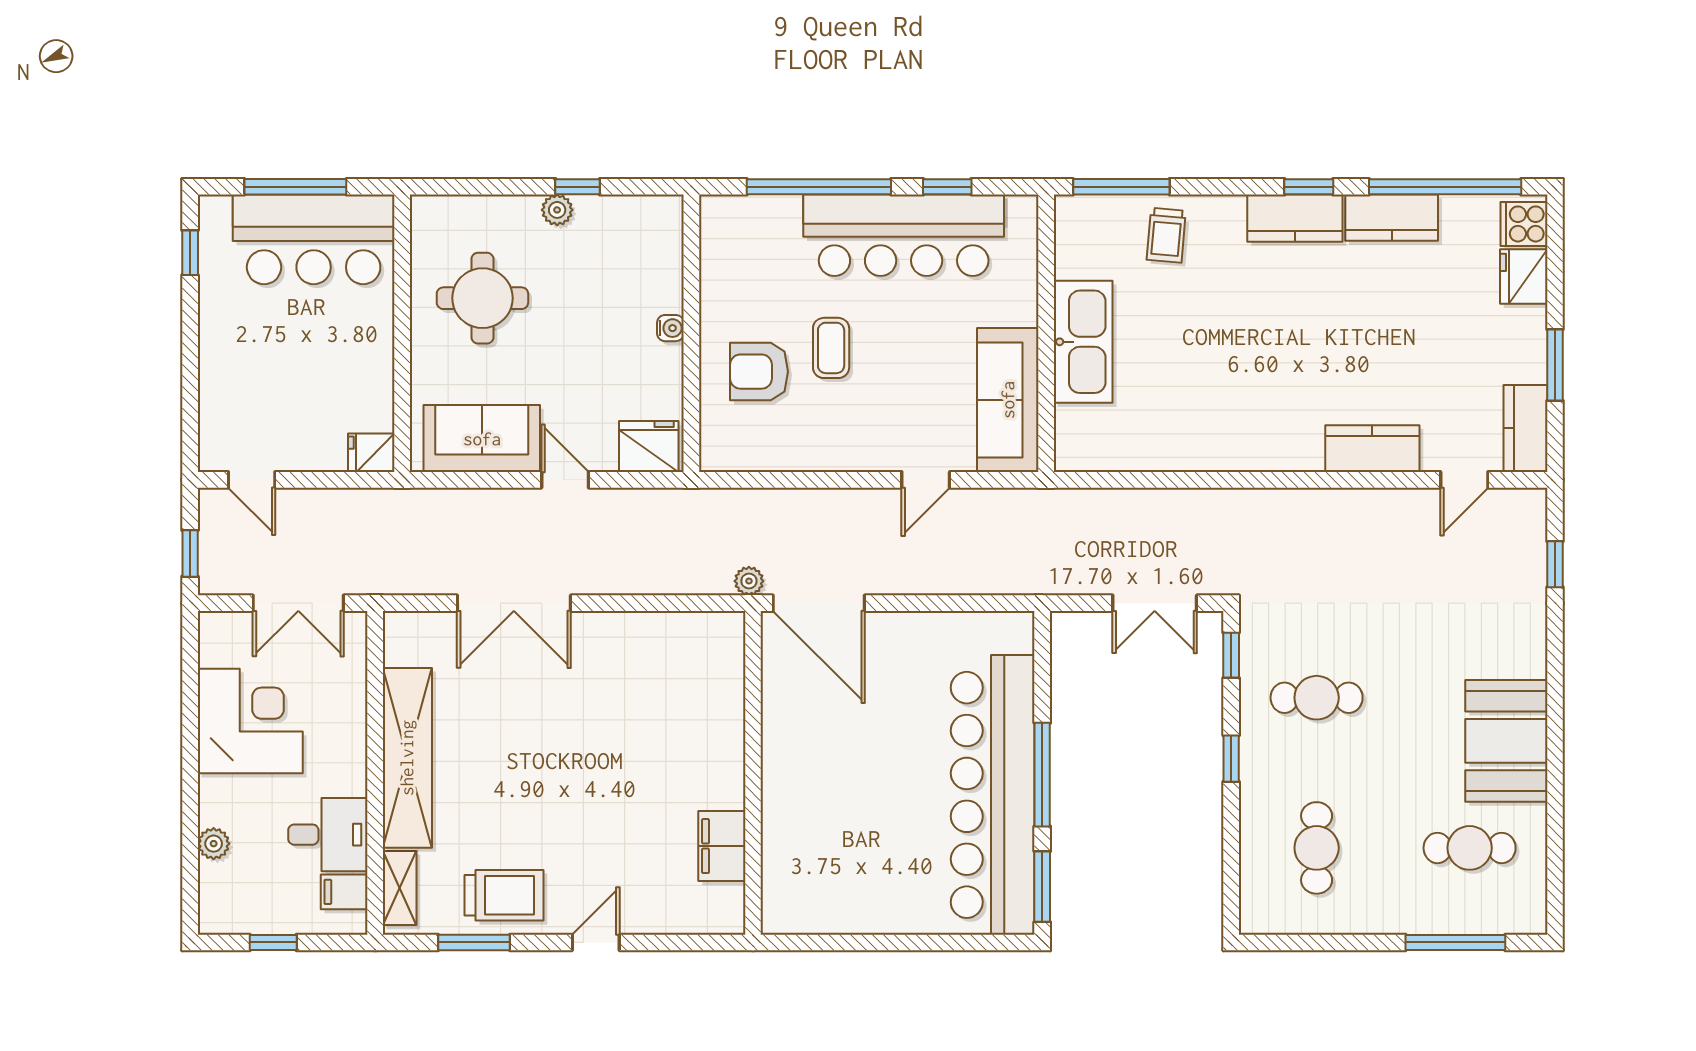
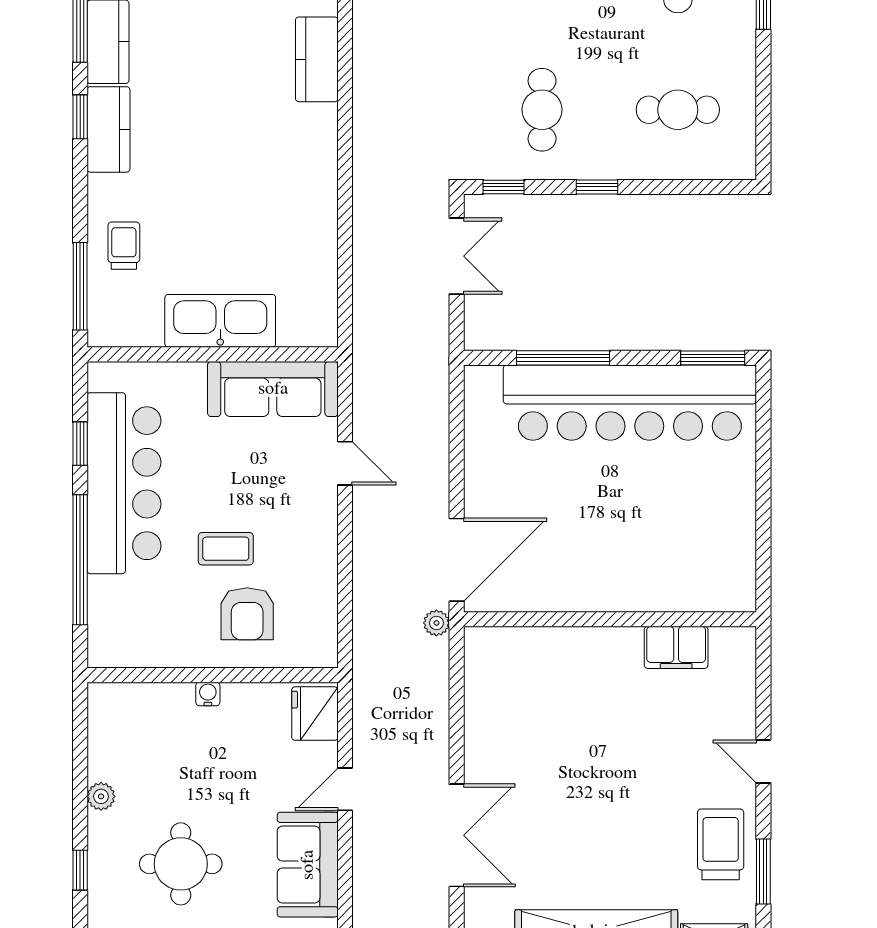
window: (578, 187) -> (80, 870), moved
trolley: (1166, 235) -> (124, 246), turned -95
window: (1042, 775) -> (563, 358), moved

